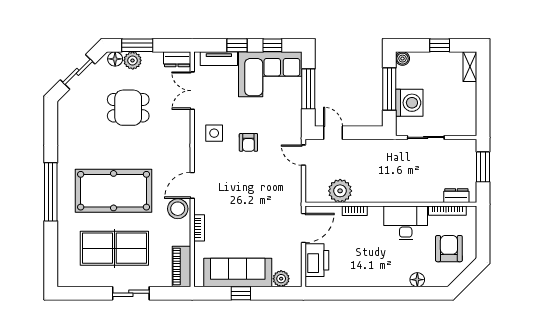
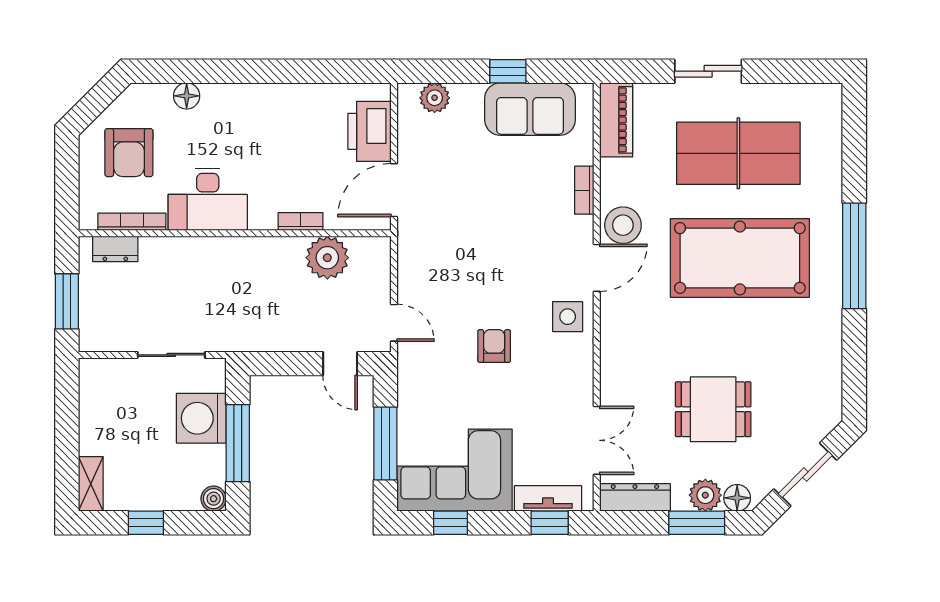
window: (237, 45) -> (550, 523), moved
dresser: (177, 59) -> (635, 497), width x1.44
side table: (214, 133) -> (568, 317), moved
sofa: (238, 272) -> (530, 109), width x0.73

